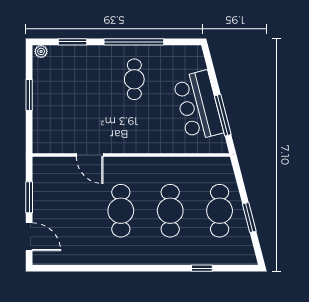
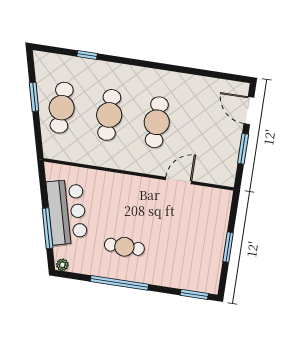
window: (73, 42) -> (194, 294), moved
plant: (41, 51) -> (62, 265), moved
cafe table: (134, 79) -> (124, 247), turned 90
window: (223, 115) -> (48, 228), moved
door: (90, 155) -> (179, 180), hinge flipped

